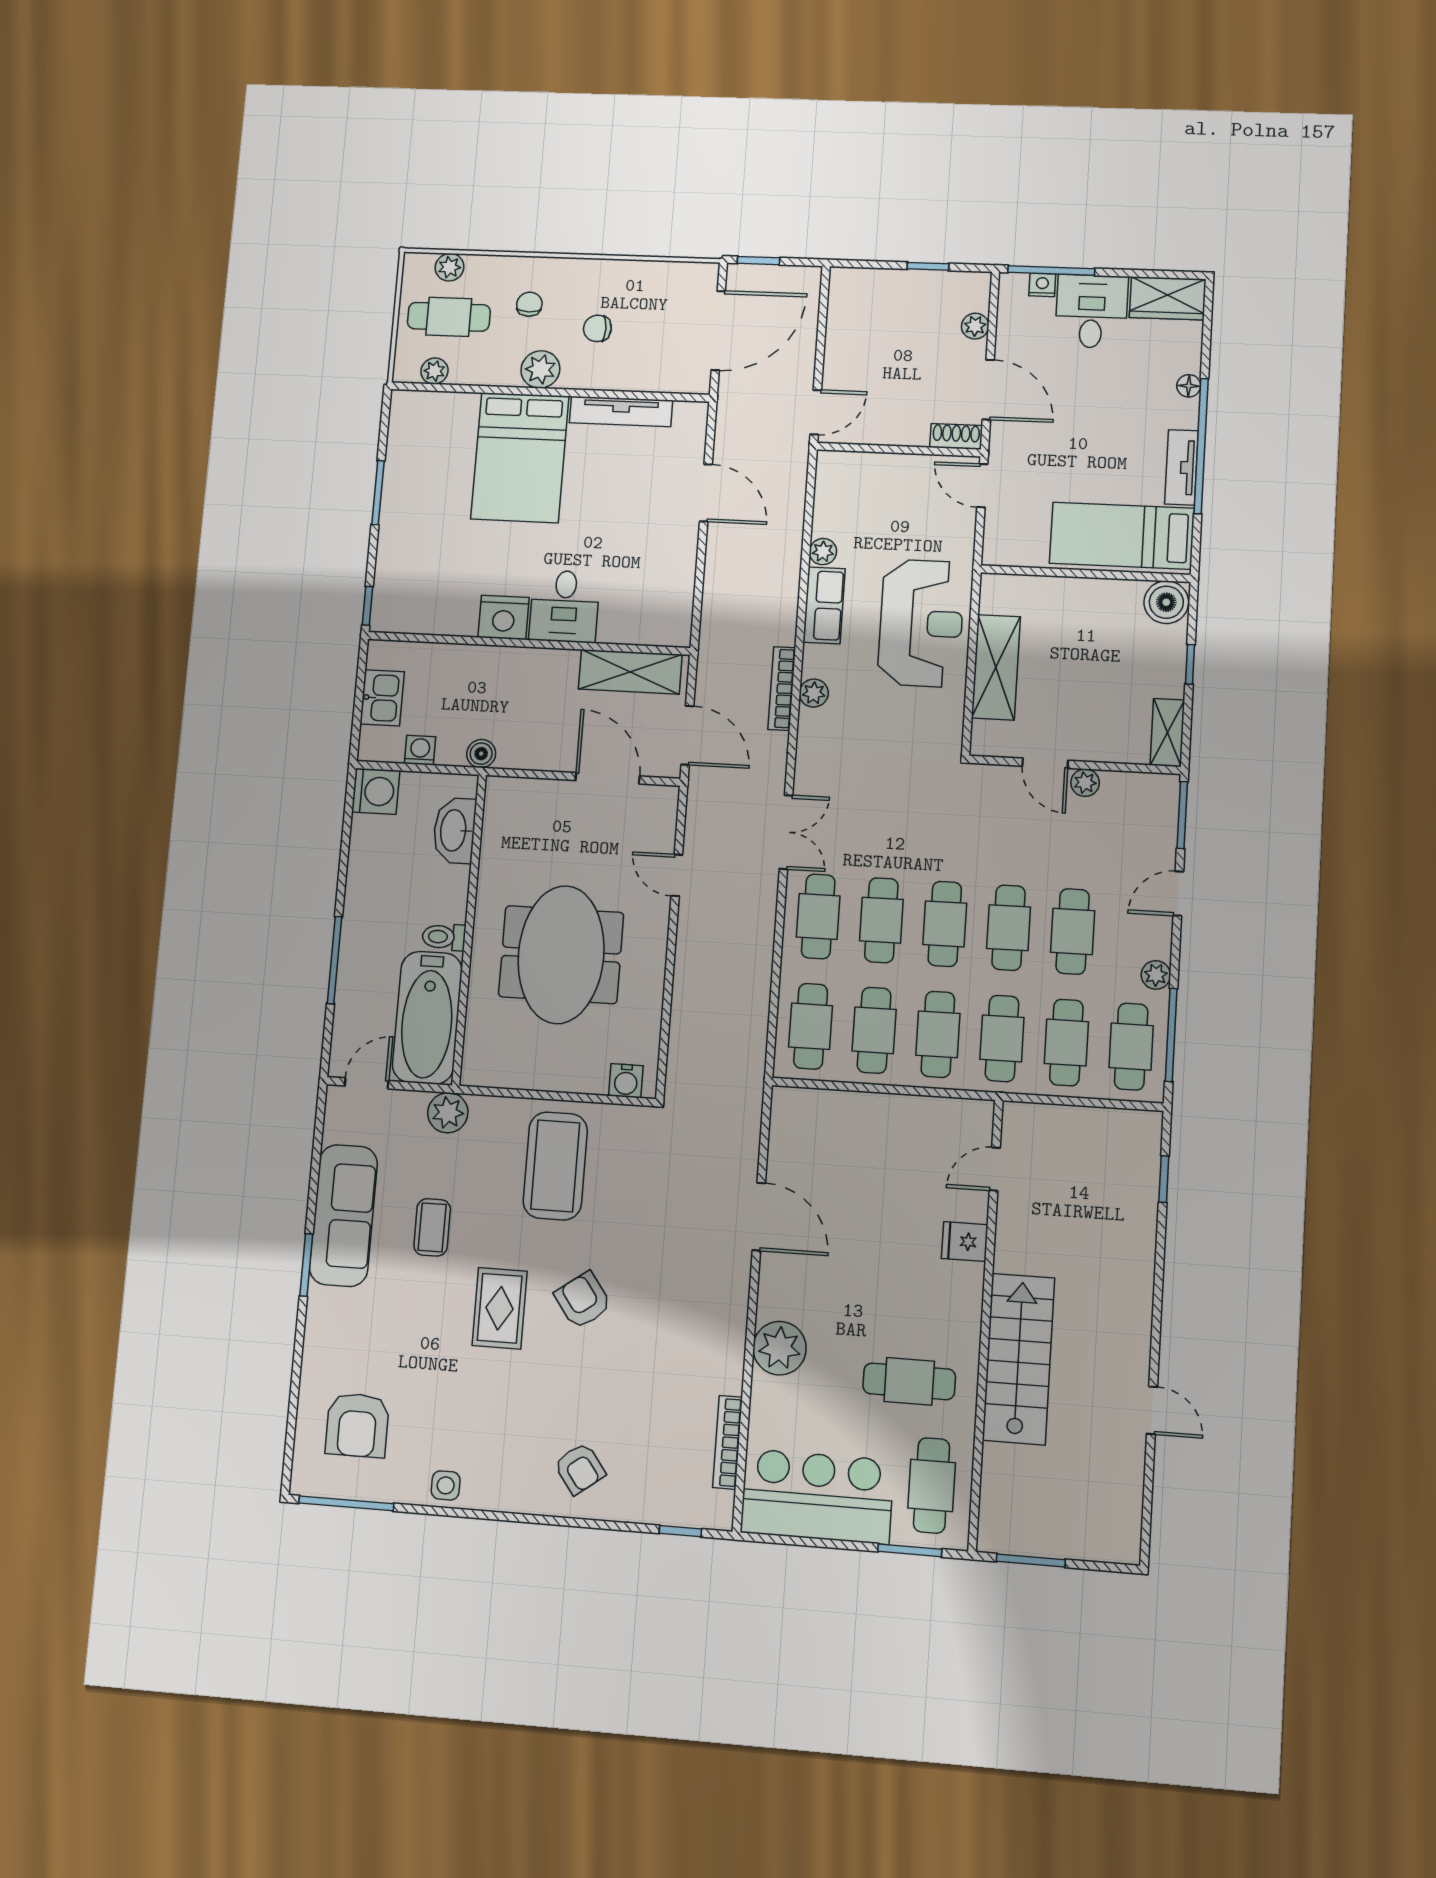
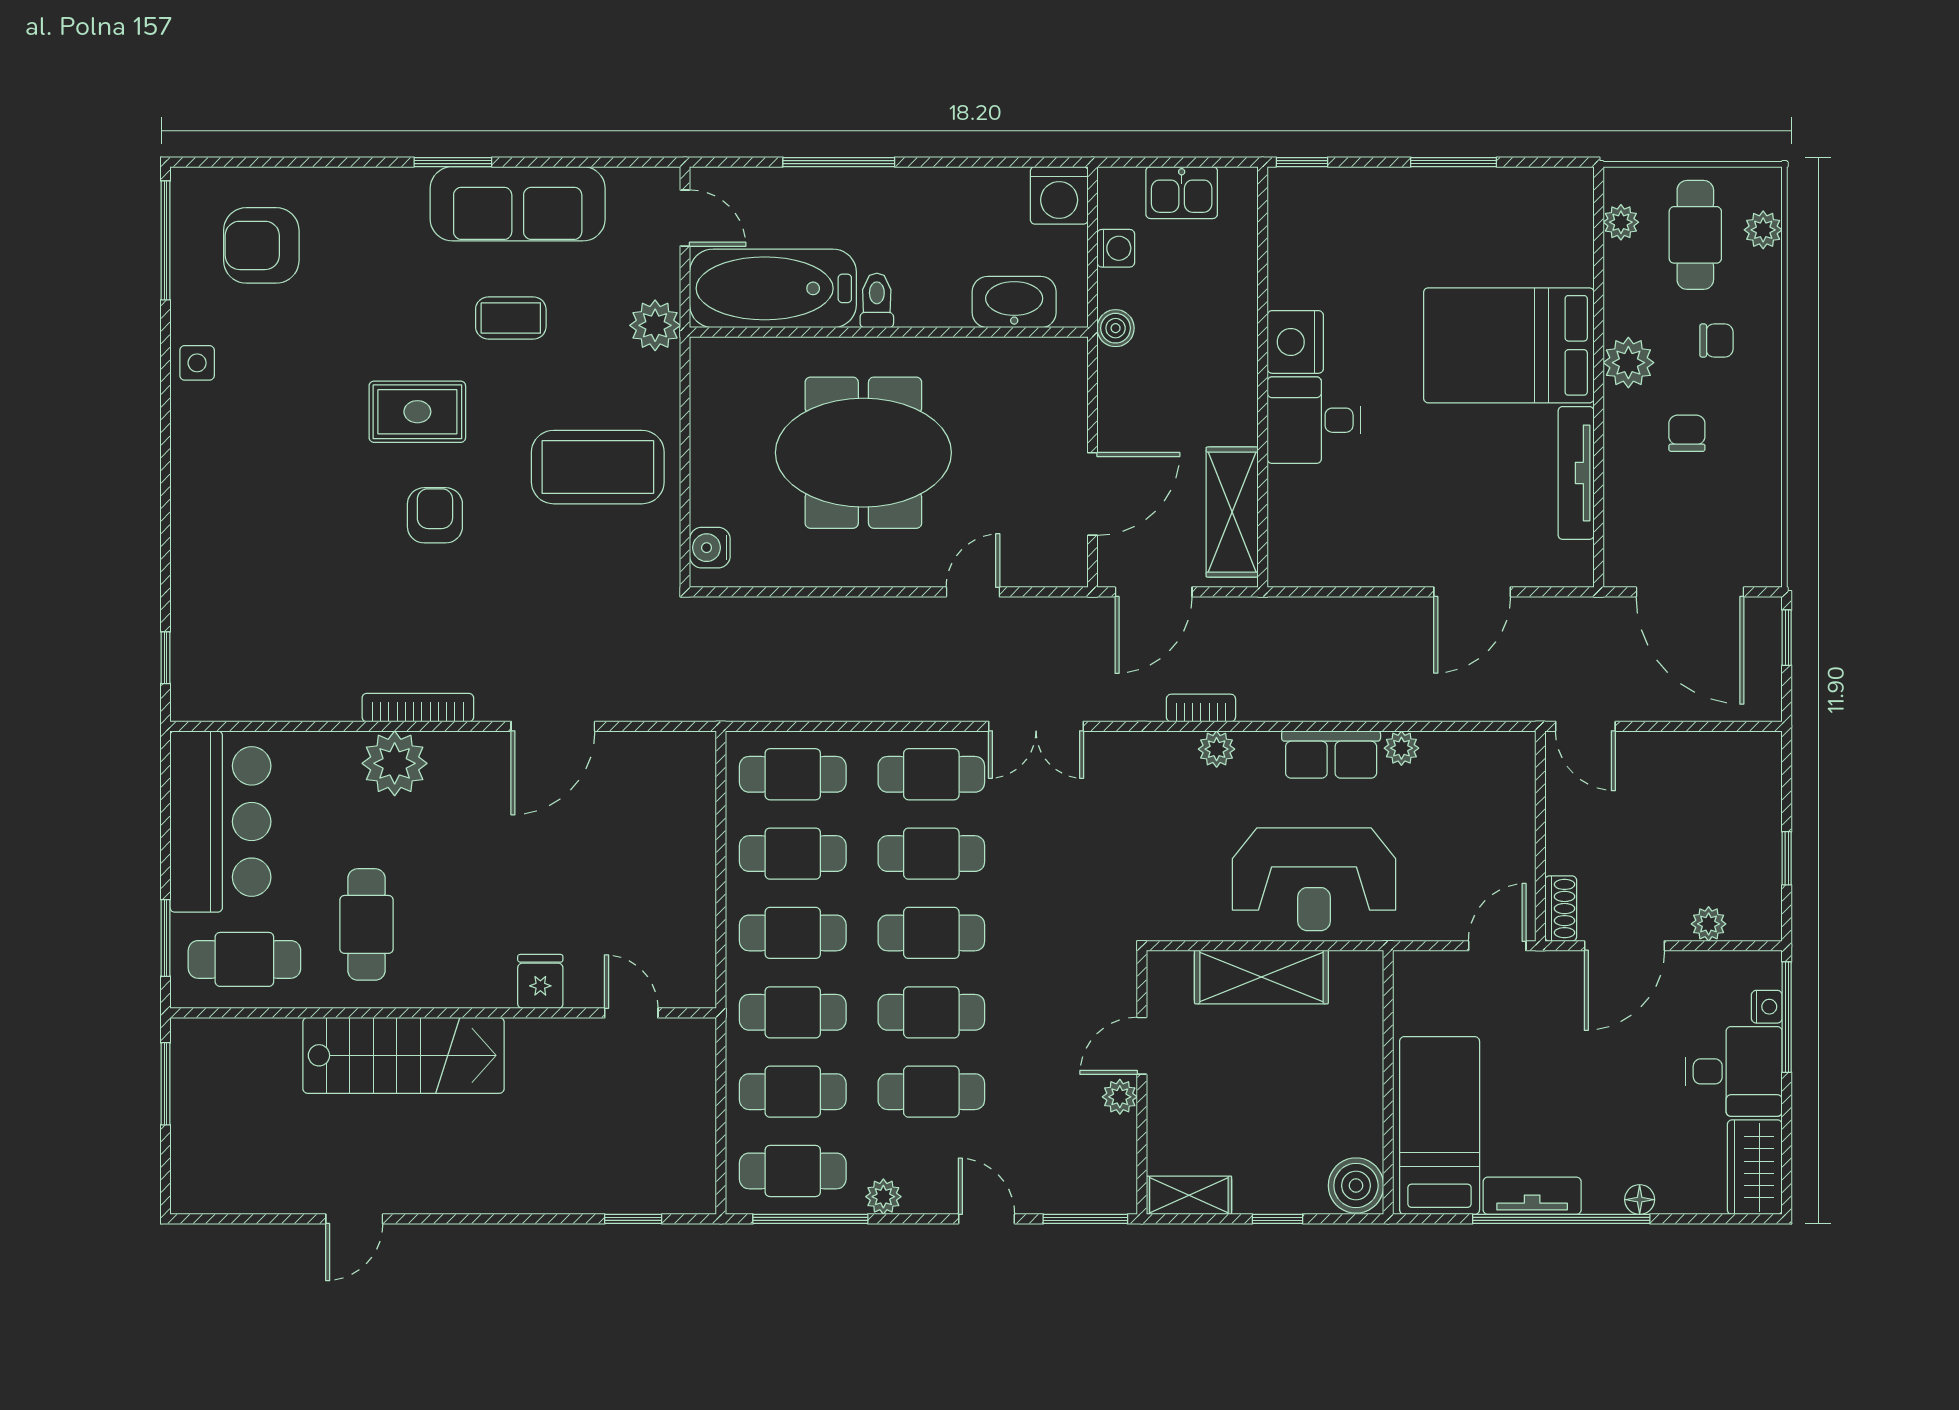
bookcase: (782, 688) -> (1201, 708), width x0.64
armchair: (583, 1300) -> (435, 515), turned -54
bookcase: (727, 1442) -> (418, 708), moved
armchair: (580, 1469) -> (231, 528), removed

